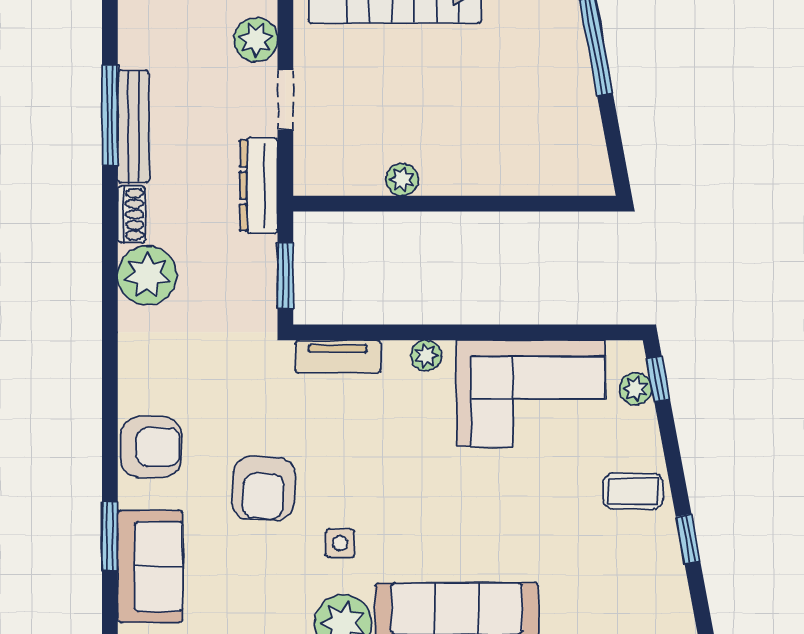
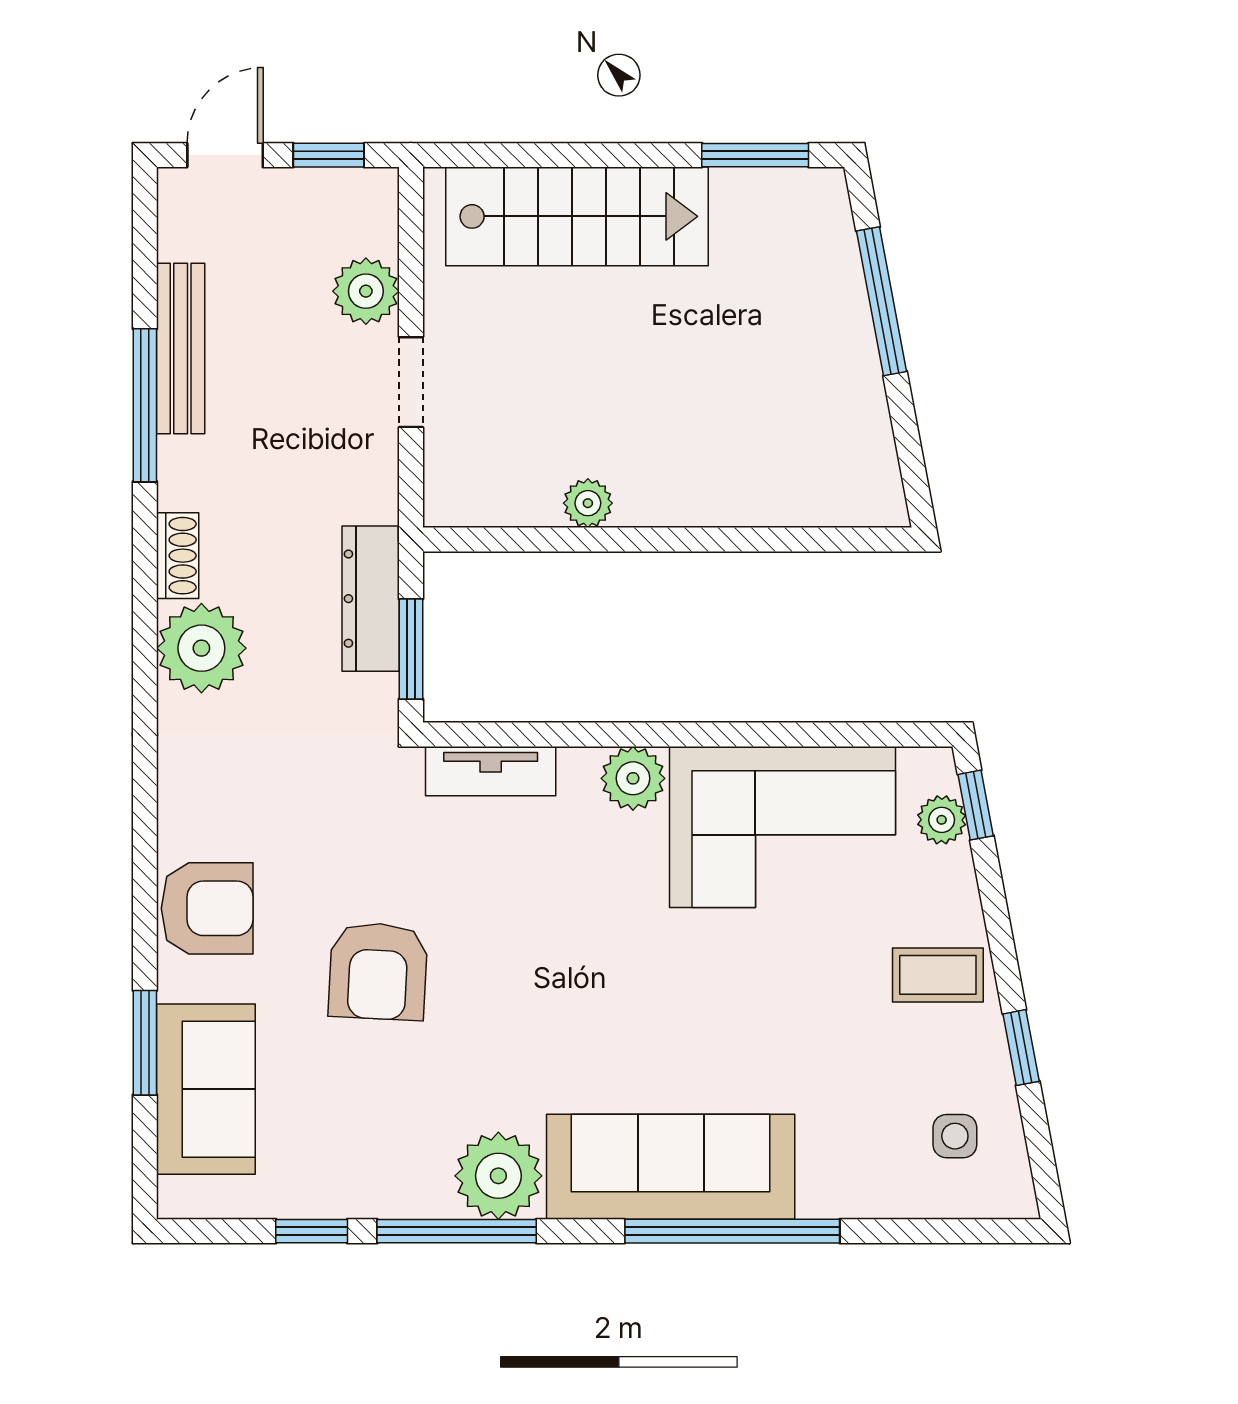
bench: (133, 126) -> (181, 349), moved
dresser: (259, 185) -> (371, 599), moved
plant: (426, 356) -> (633, 778), width x1.38, depth x1.38
side table: (340, 543) -> (955, 1136), moved

